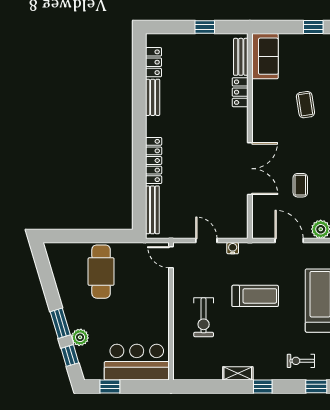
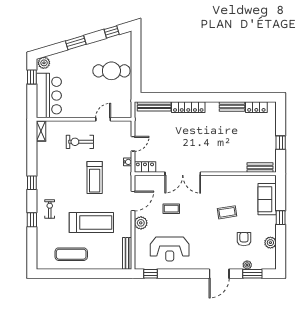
sofa: (265, 56) -> (267, 199), moved, turned 90
locker: (240, 92) -> (145, 167), moved
door: (171, 257) -> (103, 119), moved
plant: (80, 337) -> (44, 63), moved
window: (70, 356) -> (112, 32), moved
shelving: (238, 373) -> (41, 131), moved

